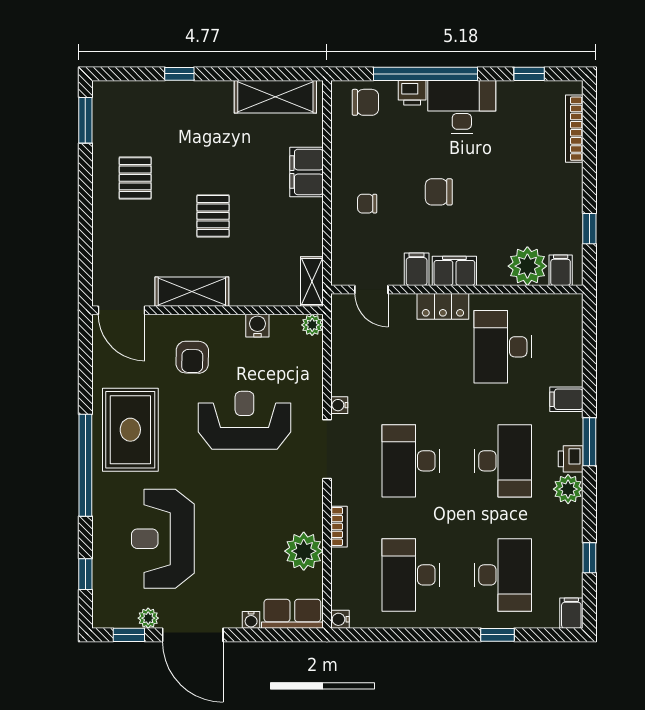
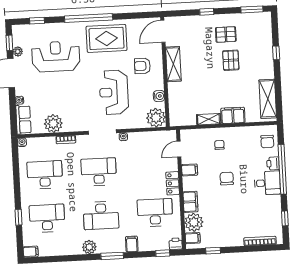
desk: (462, 107) -> (267, 183), width x0.73
window: (85, 216) -> (207, 12), added
pallet: (213, 216) -> (231, 60), moved, turned 90
filing cabinet: (454, 271) -> (190, 202), moved
shelving: (312, 281) -> (209, 119), moved
plant: (312, 325) -> (156, 118), width x1.88, depth x1.88
reception desk: (244, 420) -> (114, 92), turned 180
printer: (571, 459) -> (176, 244), moved
window: (589, 558) -> (163, 253), moved
desk: (503, 575) -> (47, 218), turned 180

